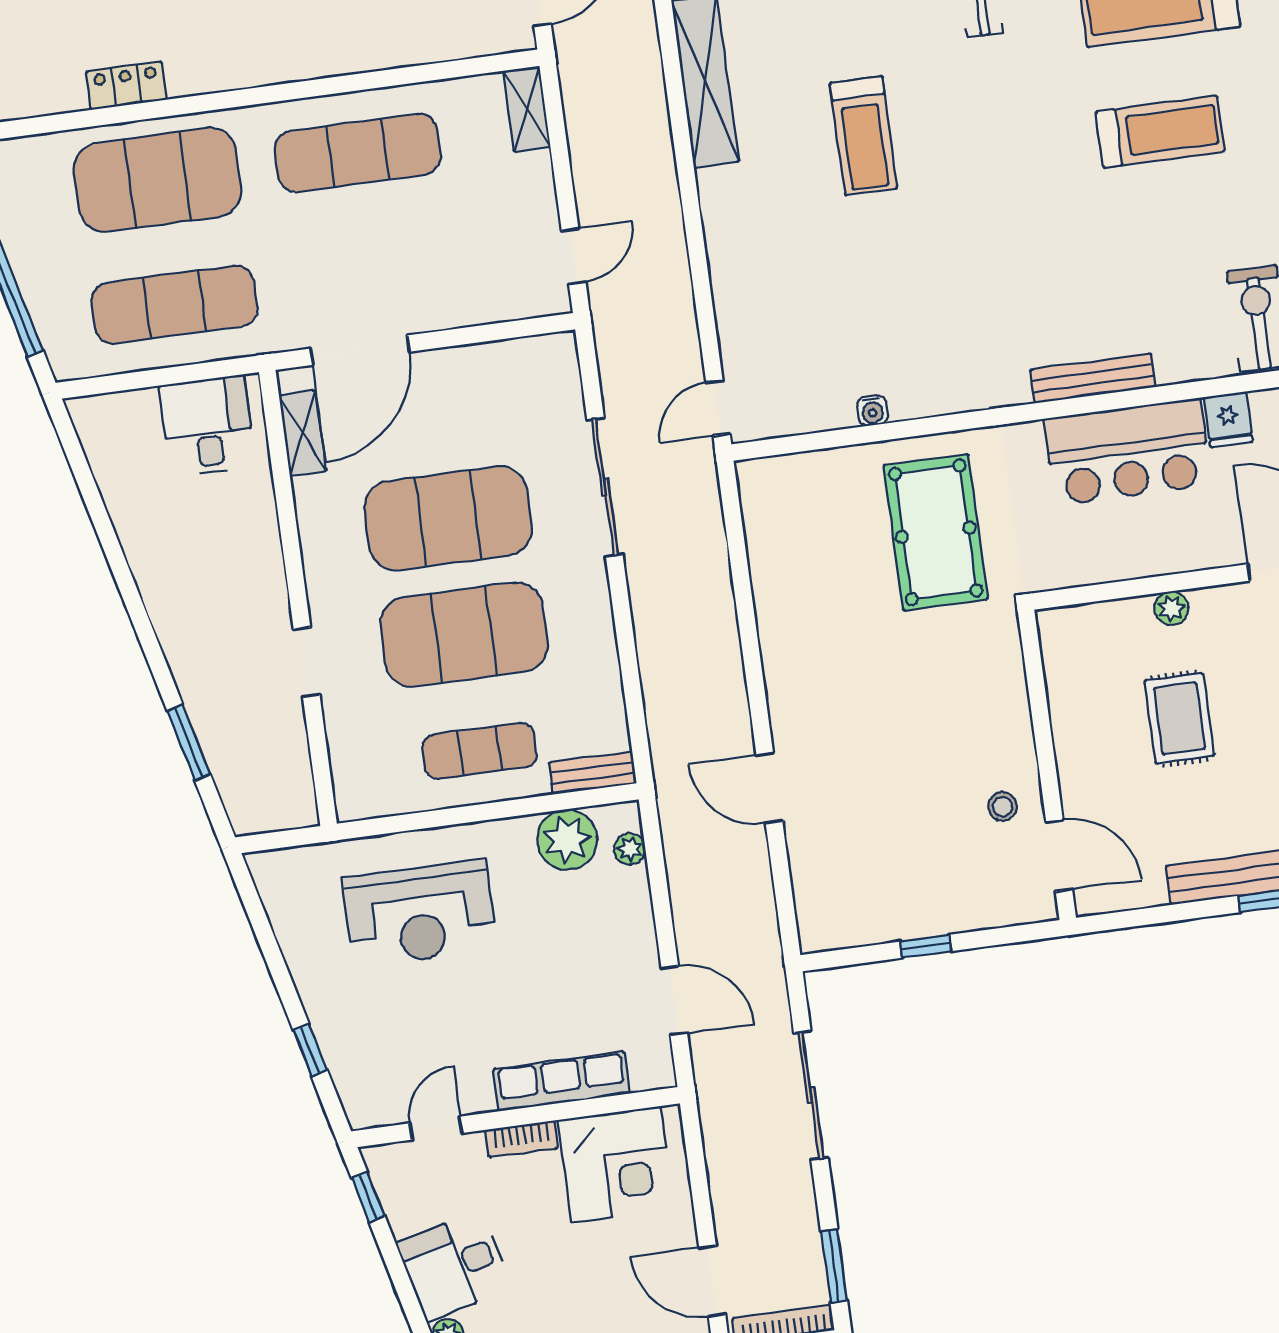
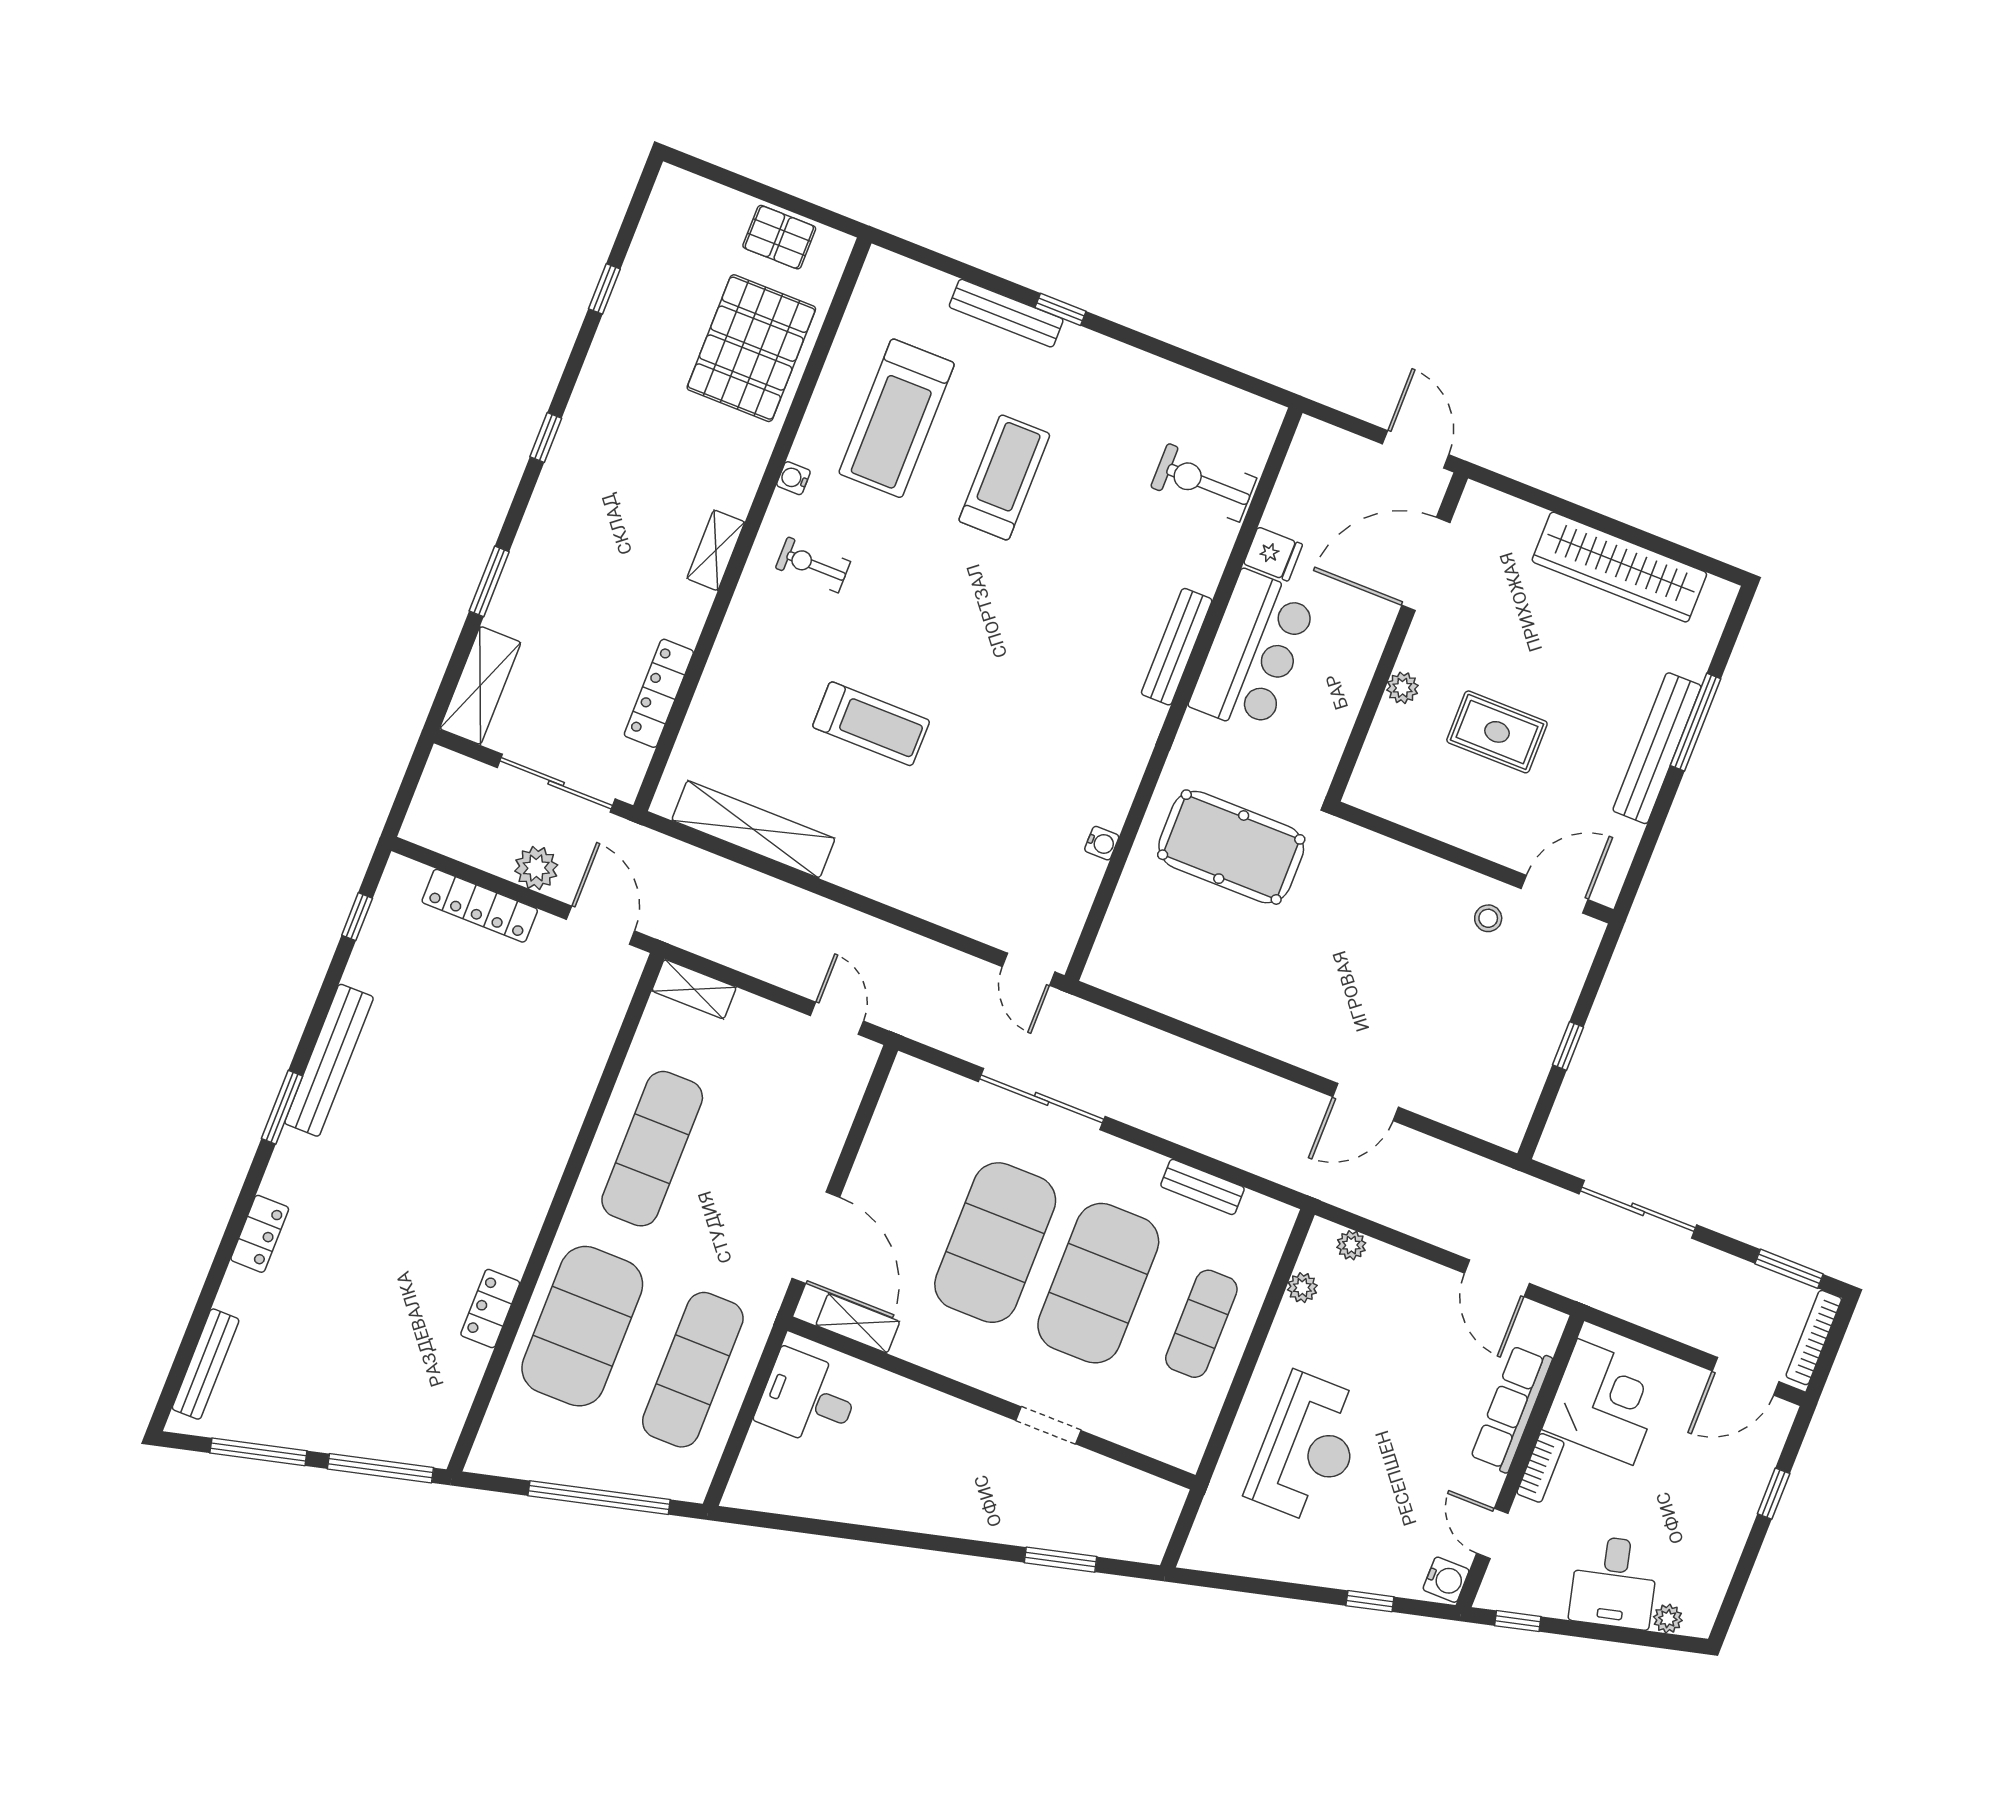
bench: (593, 773) -> (1202, 1187), moved, turned 90
plant: (567, 840) -> (1302, 1288), width x0.53, depth x0.53
door: (674, 1000) -> (1497, 1278), swing flipped
water cooler: (369, 1109) -> (1446, 1580), added

